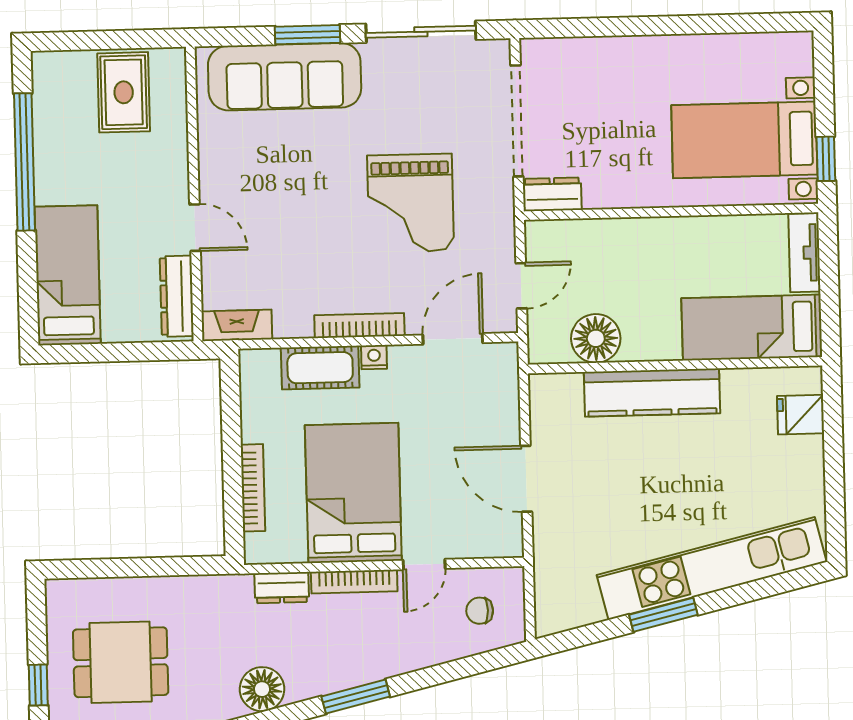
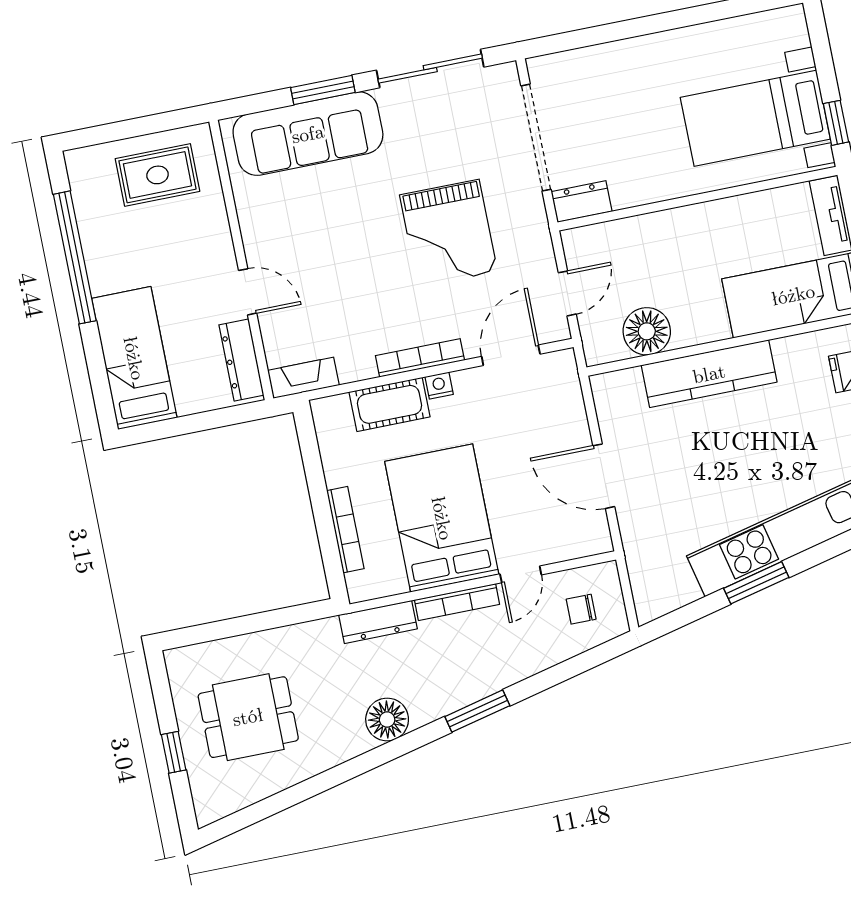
rug: (124, 92) -> (158, 175), turned 90
dresser: (282, 588) -> (378, 622), width x1.44

